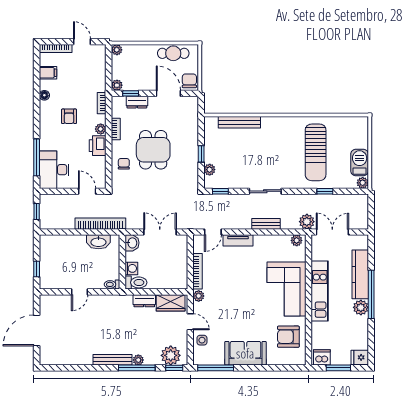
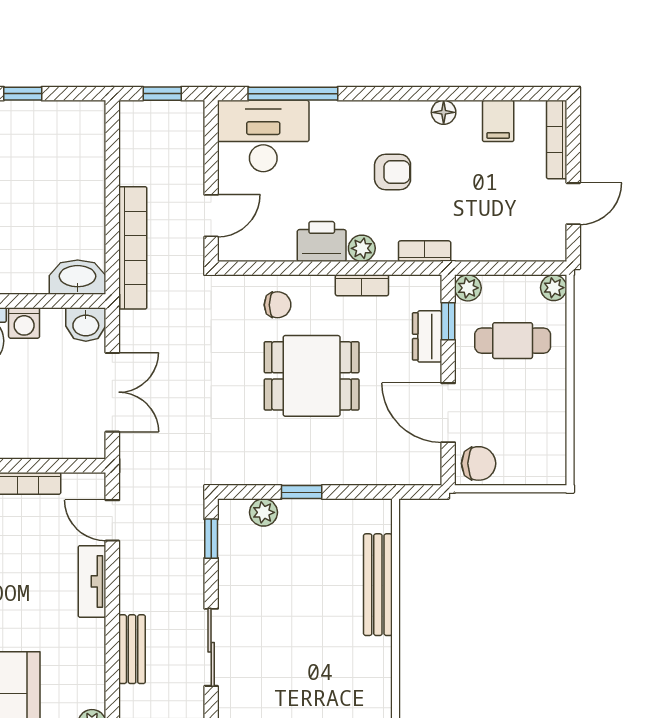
cafe table: (173, 53) -> (513, 341), moved, turned 90
door: (168, 93) -> (448, 413), swing flipped
armchair: (69, 116) -> (393, 172), turned 180
washbasin: (98, 242) -> (78, 277), moved, turned 90

